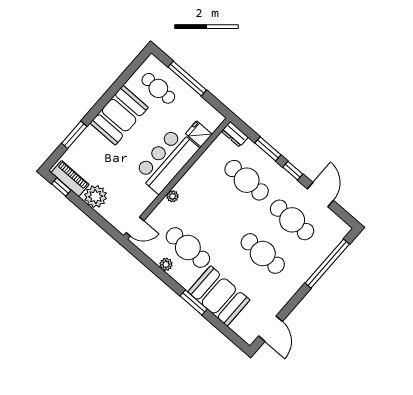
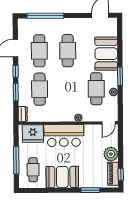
fridge: (199, 134) -> (33, 134), width x1.88, depth x1.34
door: (135, 227) -> (109, 123), swing flipped
window: (194, 303) -> (120, 76), moved

